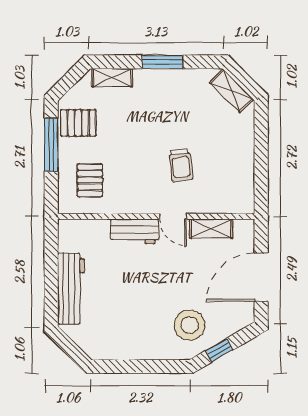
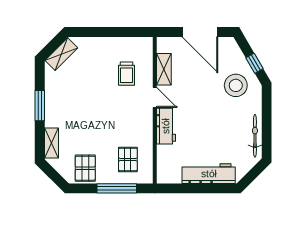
window: (51, 145) -> (117, 188), moved
trolley: (181, 165) -> (127, 74), moved, turned 97
pallet: (90, 180) -> (128, 159), turned 90
door: (173, 216) -> (155, 97), hinge flipped
bicycle: (122, 351) -> (255, 136), added

